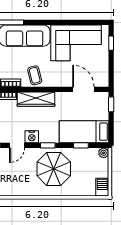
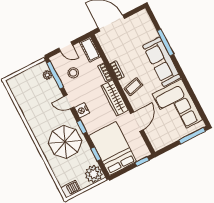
window: (111, 43) -> (192, 136), width x2.17
door: (83, 89) -> (137, 122), moved
bed: (84, 132) -> (113, 148), width x1.50
plant: (104, 153) -> (94, 174), width x1.88, depth x1.88

